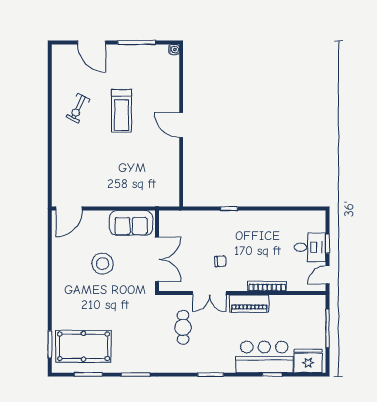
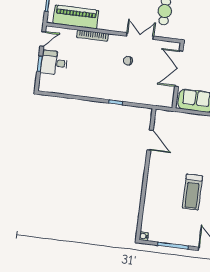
treadmill: (121, 111) -> (192, 192), turned 180
door: (181, 125) -> (150, 140), moved
piano: (249, 304) -> (76, 17), moved, width x1.37, depth x1.33

